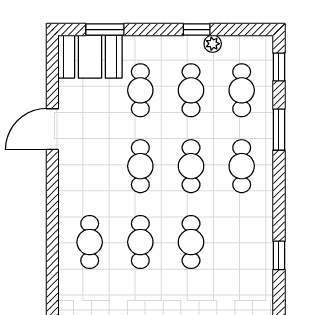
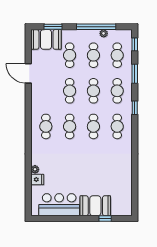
window: (197, 30) -> (96, 27), width x3.17
door: (52, 129) -> (28, 73), hinge flipped
cafe table: (242, 242) -> (117, 126), added
window: (279, 255) -> (135, 108), moved

